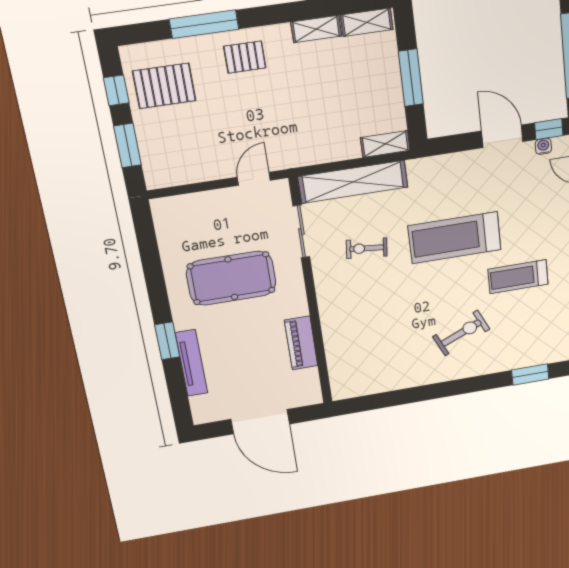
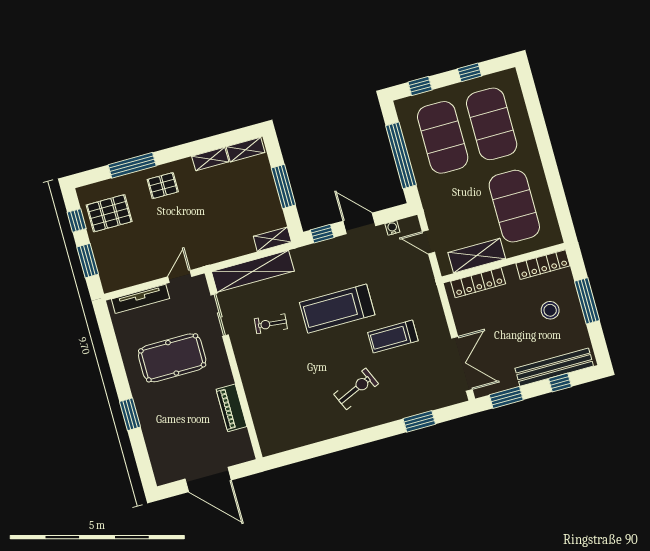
window: (549, 129) -> (322, 234), moved
tv unit: (191, 363) -> (141, 299), moved, turned 90

